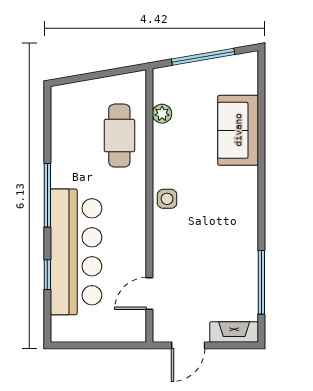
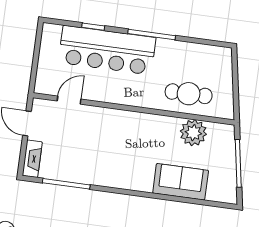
plant: (162, 114) -> (193, 133), width x1.88, depth x1.88
side table: (167, 199) -> (137, 123), removed
door: (149, 294) -> (69, 100), hinge flipped

